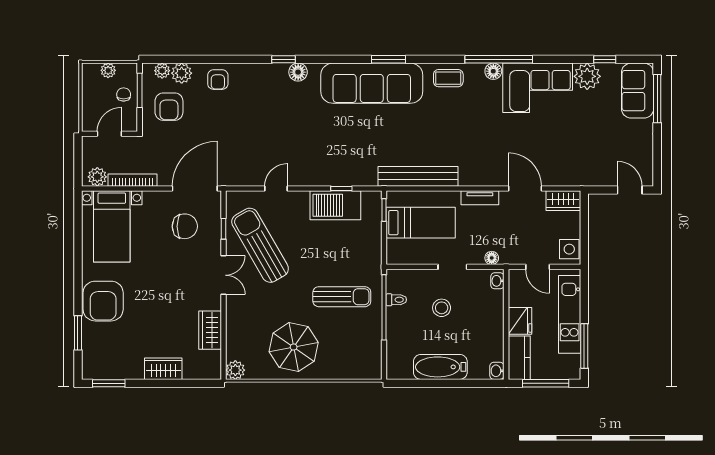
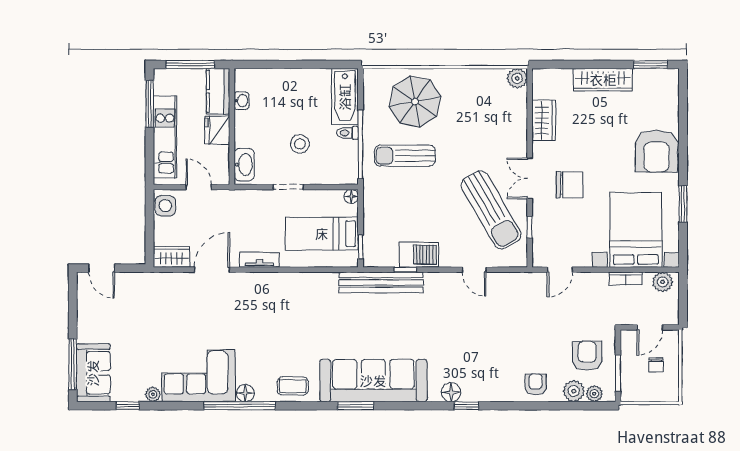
plant: (108, 70) -> (651, 394), removed
plant: (587, 76) -> (153, 394), width x0.53, depth x0.53
chair: (124, 94) -> (656, 365), moved
bench: (418, 176) -> (381, 282), moved
bookcase: (133, 180) -> (625, 279), width x0.64
door: (195, 188) -> (560, 270), width x0.53
door: (276, 188) -> (474, 270), hinge flipped
door: (525, 188) -> (212, 270), swing flipped
barbecue: (335, 205) -> (419, 255), width x0.73, depth x0.83
bed with nightstands: (112, 226) -> (636, 230), width x1.36
chair: (185, 226) -> (570, 185), moved, turned 180
floor lamp: (492, 258) -> (351, 196), moved
washbasin: (497, 281) -> (244, 165), width x1.91, depth x1.45
toilet: (396, 300) -> (348, 133), moved
armchair: (103, 301) -> (656, 151), turned 180
window: (78, 333) -> (683, 204), moved
parasol: (294, 347) -> (415, 102), moved
bathtub: (440, 367) -> (345, 97), moved, turned 90
wardrobe: (163, 369) -> (603, 80), width x1.50
washbasin: (497, 371) -> (242, 101), moved

